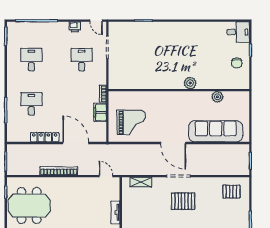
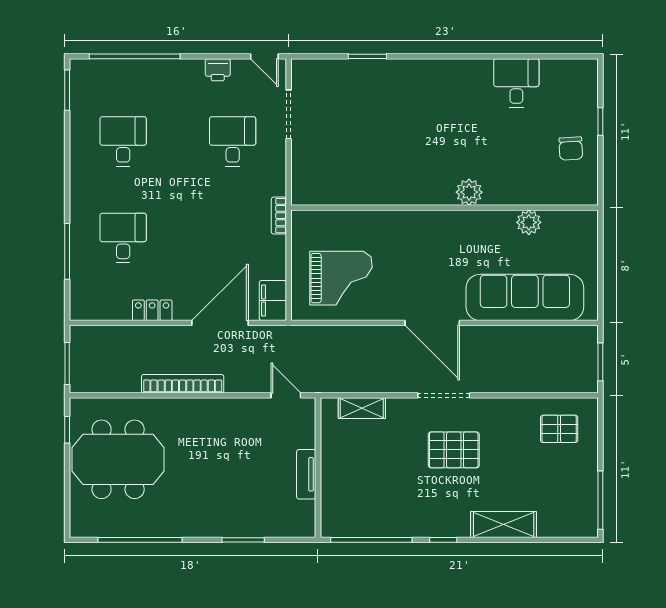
desk: (238, 32) -> (516, 83), moved, turned -90
filing cabinet: (100, 112) -> (273, 301), moved
locker: (45, 137) -> (152, 310), width x0.66
door: (76, 143) -> (220, 323), hinge flipped

